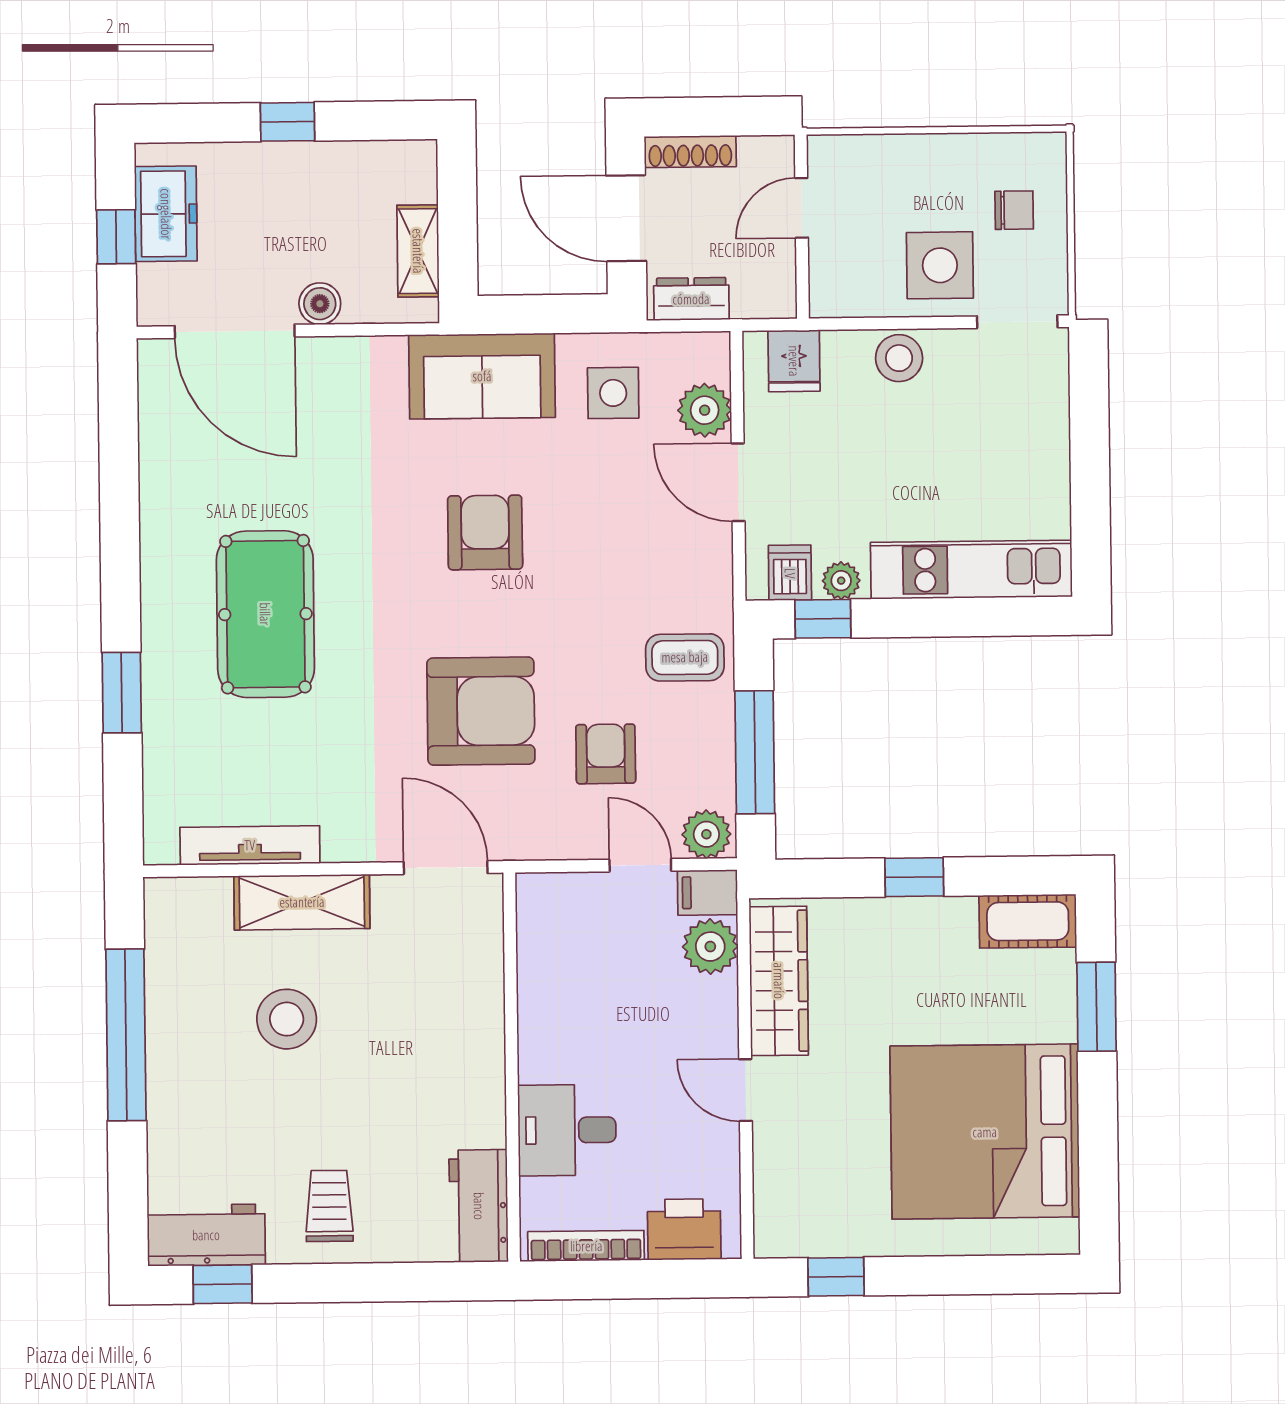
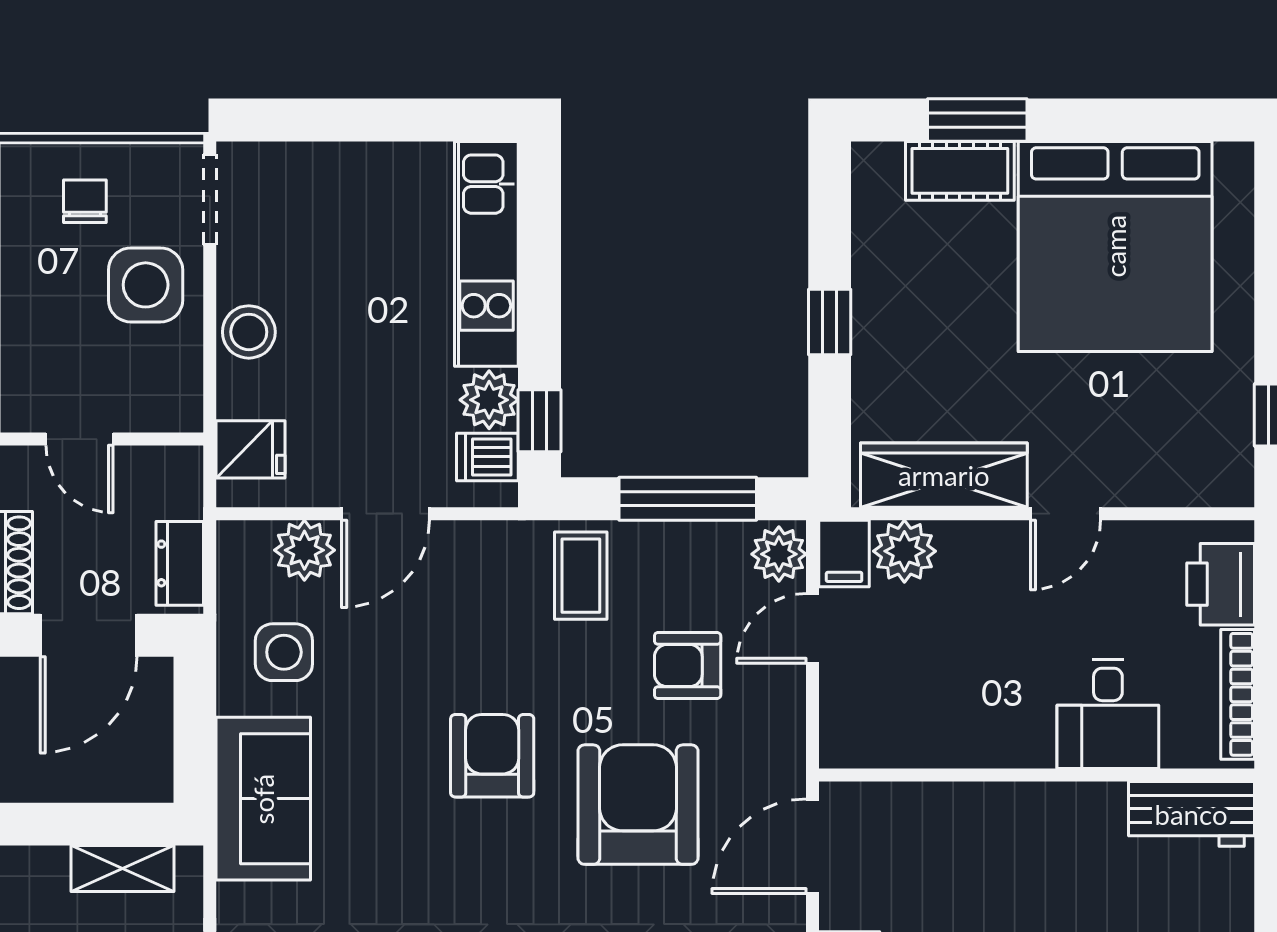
armchair: (485, 532) -> (492, 756), moved, turned 90
plant: (841, 581) -> (489, 400), width x1.38, depth x1.38
cot: (1028, 921) -> (960, 171), moved, turned 90

